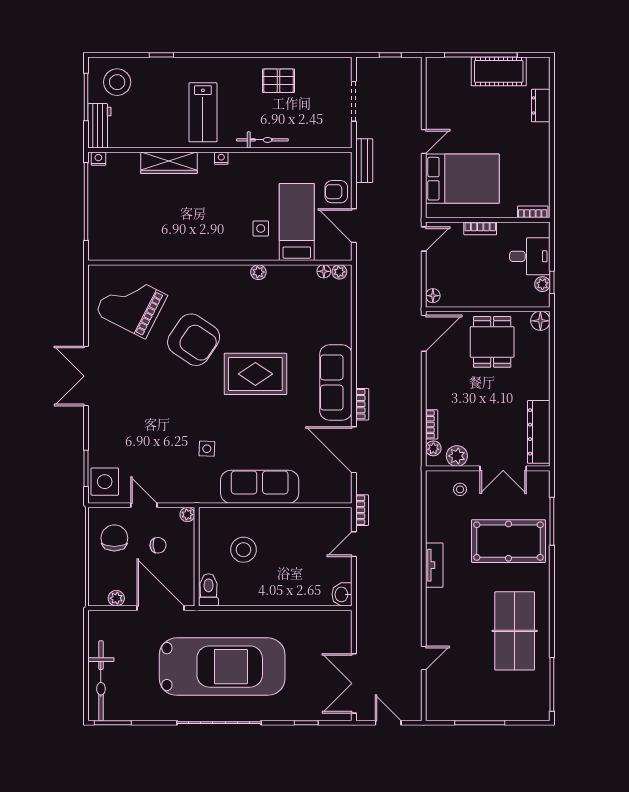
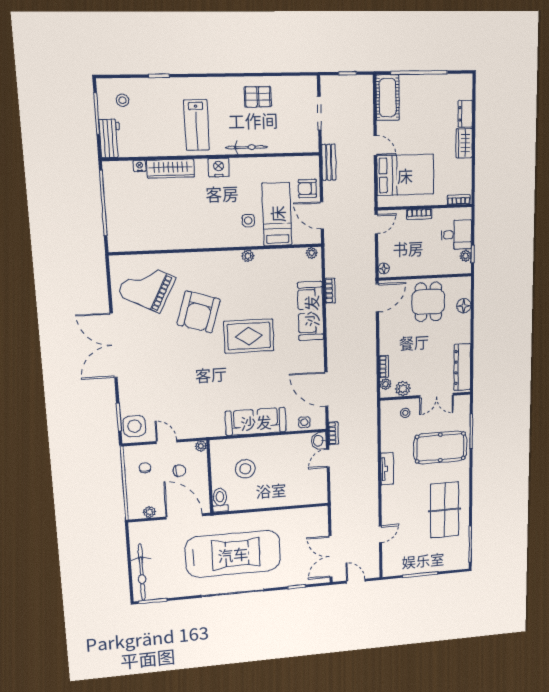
cot: (499, 71) -> (388, 98), moved, turned 90
stool: (117, 82) -> (123, 100), width x0.53, depth x0.53
wardrobe: (539, 141) -> (464, 143), added
door: (424, 142) -> (375, 145), hinge flipped
nightstand: (221, 158) -> (219, 167), width x1.89, depth x1.79
nightstand: (98, 159) -> (140, 166), moved
floor lamp: (324, 271) -> (299, 253), removed
floor lamp: (540, 321) -> (464, 306), moved
armchair: (194, 340) -> (199, 312), turned 73
double door: (86, 376) -> (114, 345), width x1.36
sofa: (336, 383) -> (311, 311), moved
bookcase: (362, 404) -> (330, 291), moved
side table: (207, 449) -> (304, 422), moved
chair: (114, 538) -> (145, 468), width x0.54, depth x0.54
washbasin: (342, 594) -> (319, 441), moved

